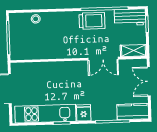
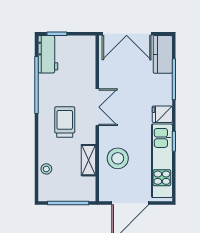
trolley: (92, 21) -> (65, 122), moved
shelving: (133, 51) -> (89, 160), moved
double door: (103, 59) -> (97, 107), moved
stool: (46, 77) -> (118, 158), added
double door: (149, 81) -> (127, 34), width x1.37

